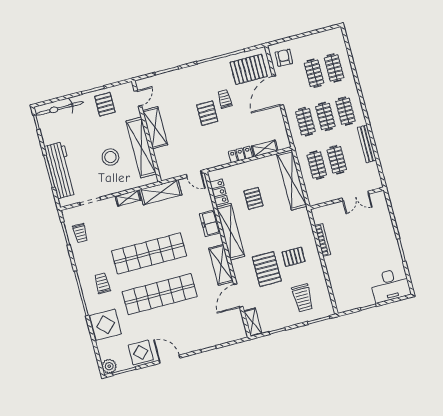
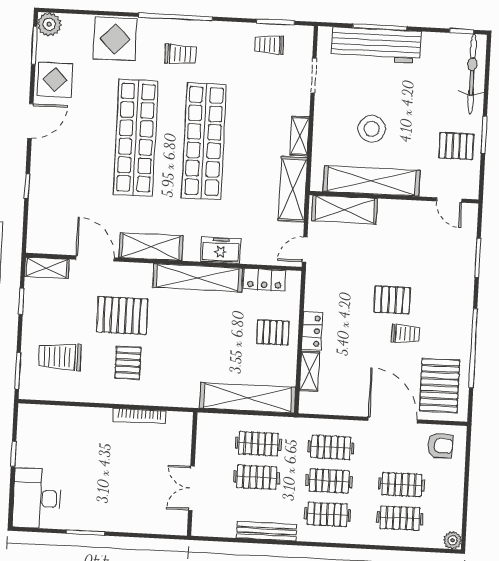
plant: (337, 33) -> (453, 540), added
shelving: (155, 128) -> (345, 210), moved
pallet: (253, 198) -> (273, 332), moved

